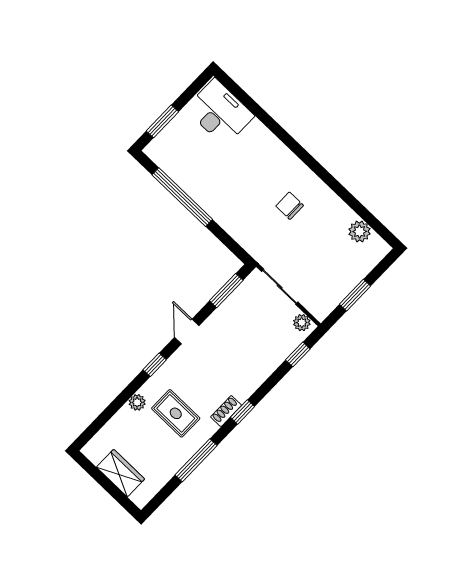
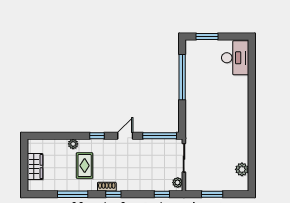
chair: (290, 206) -> (224, 128), removed
window: (226, 291) -> (160, 136), width x1.44

